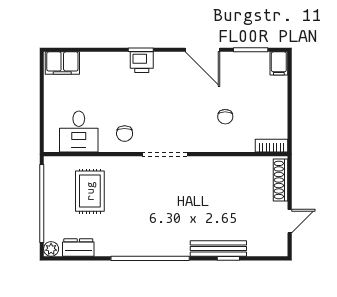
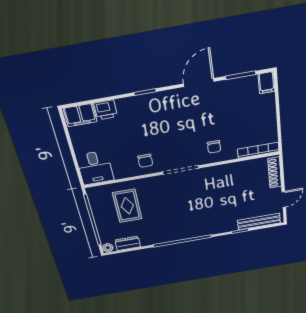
door: (202, 50) -> (199, 83), swing flipped
printer: (142, 62) -> (106, 110), moved
chair: (225, 117) -> (214, 147), moved
desk: (79, 132) -> (95, 168), moved
bookcase: (272, 146) -> (258, 150), width x1.56
bench: (218, 248) -> (259, 222), moved

